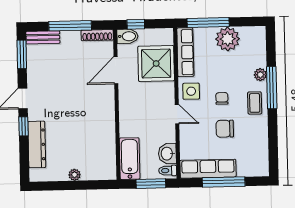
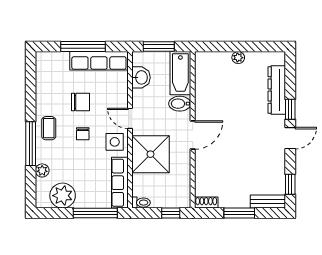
window: (70, 26) -> (239, 213), width x0.69
shoe rack: (97, 35) -> (206, 203), width x0.70
bidet: (127, 36) -> (180, 104), moved
plant: (228, 39) -> (63, 196), moved
window: (22, 54) -> (290, 184), width x0.67
shower: (156, 64) -> (150, 154), moved
door: (116, 70) -> (193, 135), moved
plant: (260, 75) -> (42, 170), moved
toilet: (168, 171) -> (141, 203), moved

